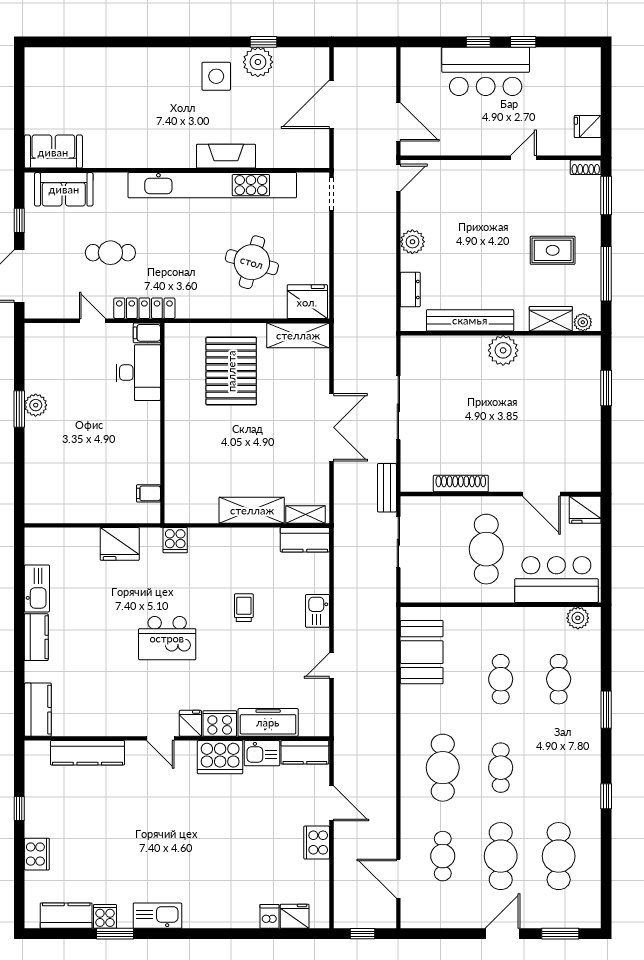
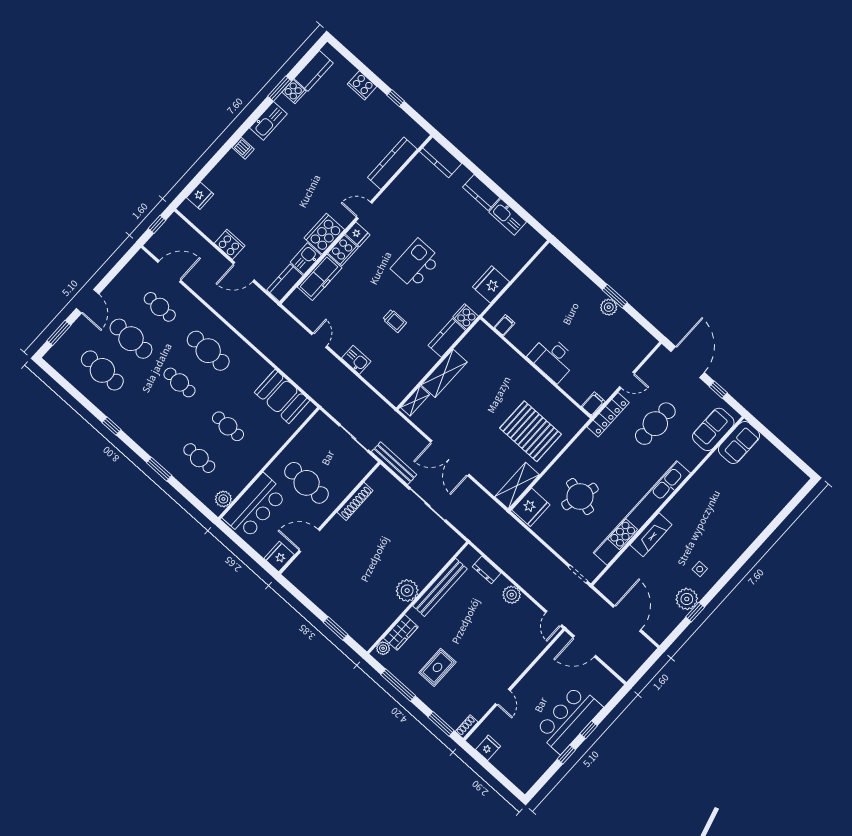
side table: (216, 76) -> (700, 569), width x0.54, depth x0.54
cafe table: (110, 253) -> (655, 424), width x1.37, depth x1.35
desk: (138, 373) -> (553, 359), moved
bench: (387, 488) -> (394, 463), width x1.36
kitchen counter: (305, 540) -> (447, 338), moved
dishwasher: (269, 916) -> (243, 148), moved

